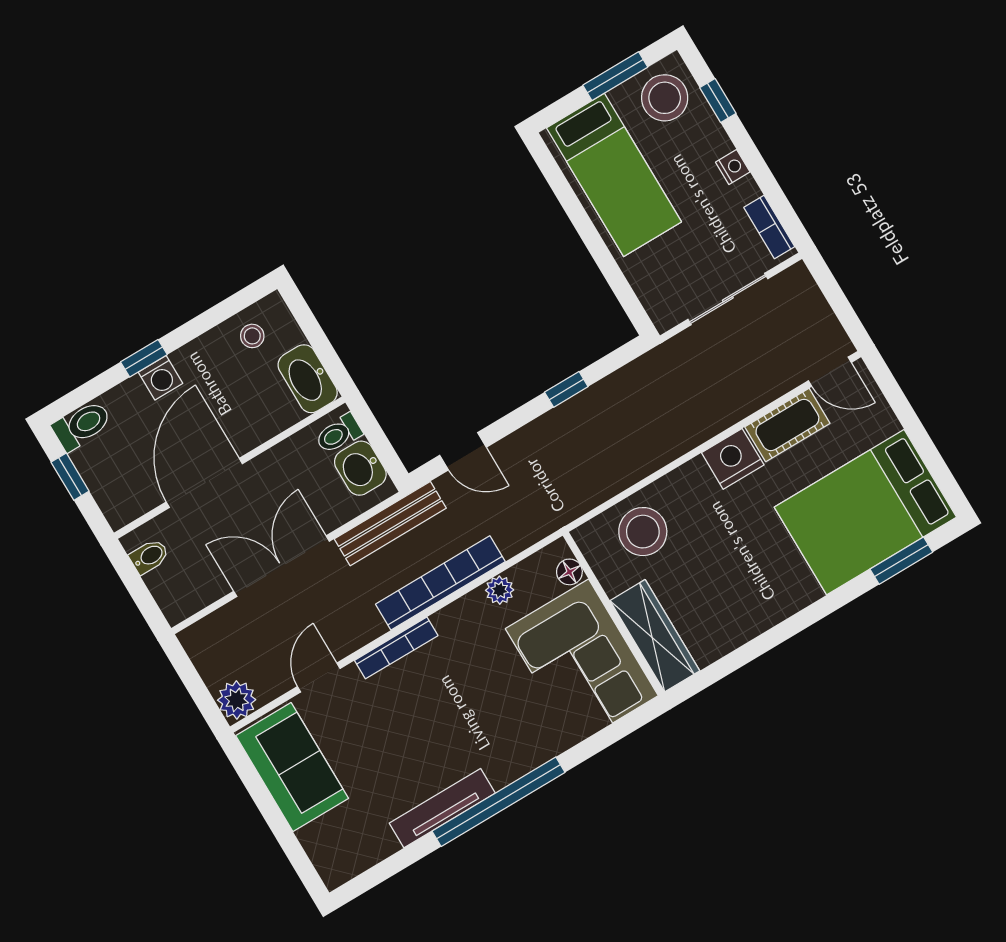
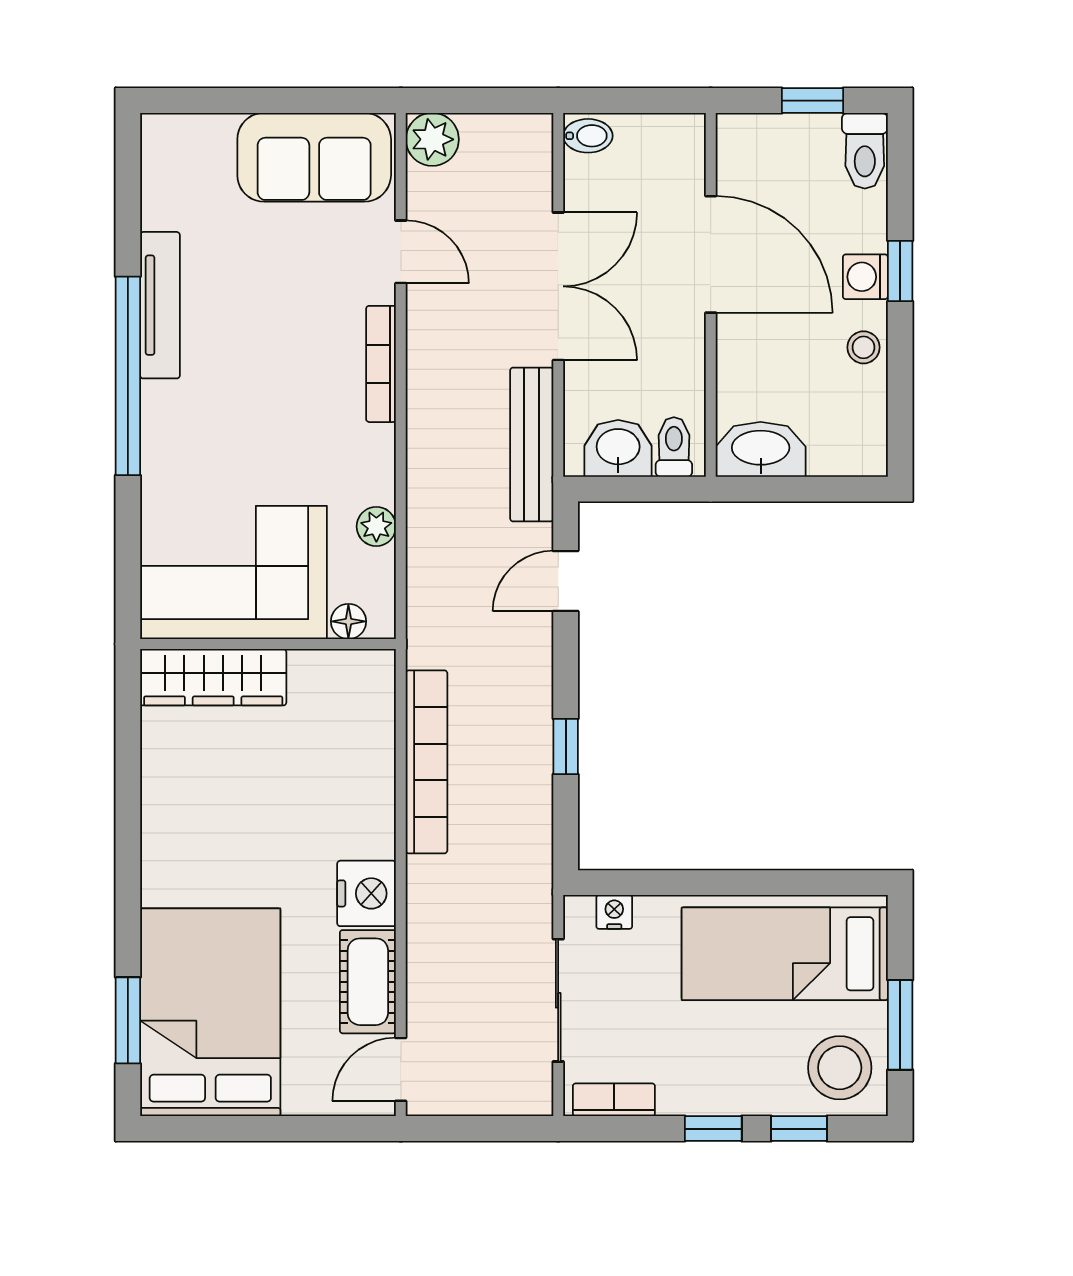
window: (750, 154) -> (713, 1129), added
nightstand: (733, 167) -> (614, 912), moved, turned 180
stool: (252, 336) -> (864, 347), moved
stool: (643, 532) -> (344, 736), removed
bidet: (149, 556) -> (588, 136), moved, turned -90
bookcase: (440, 583) -> (427, 762), moved

